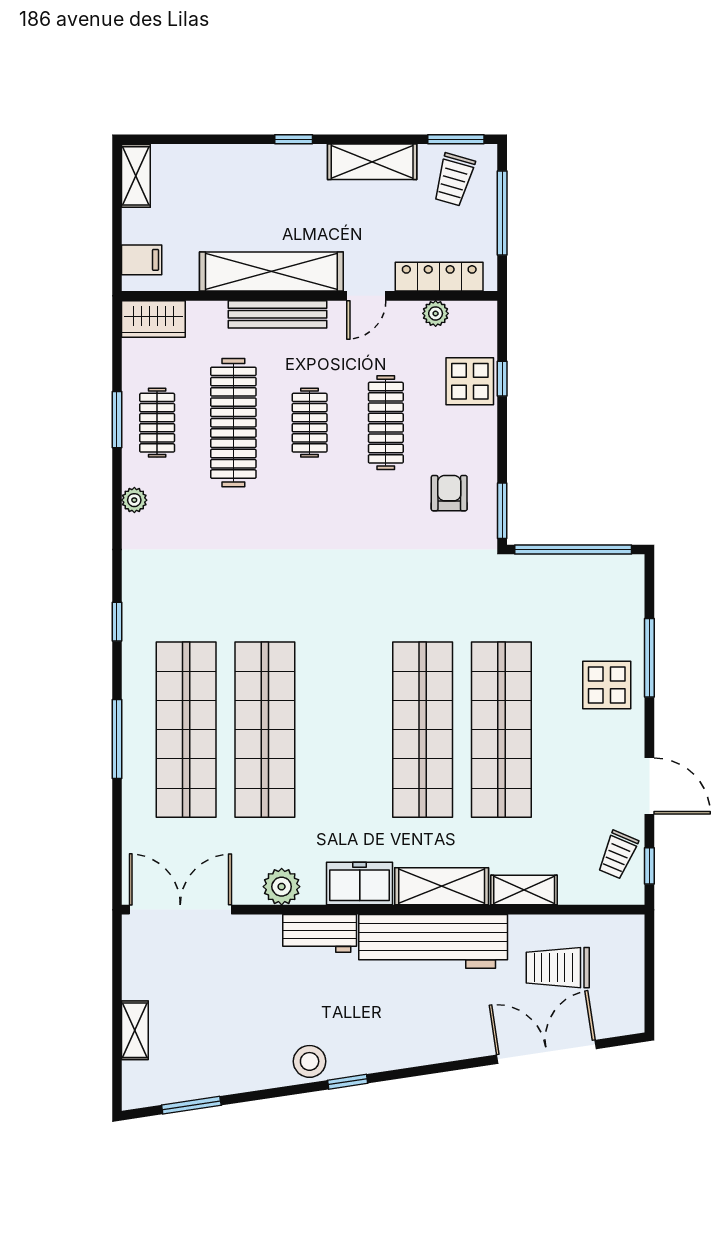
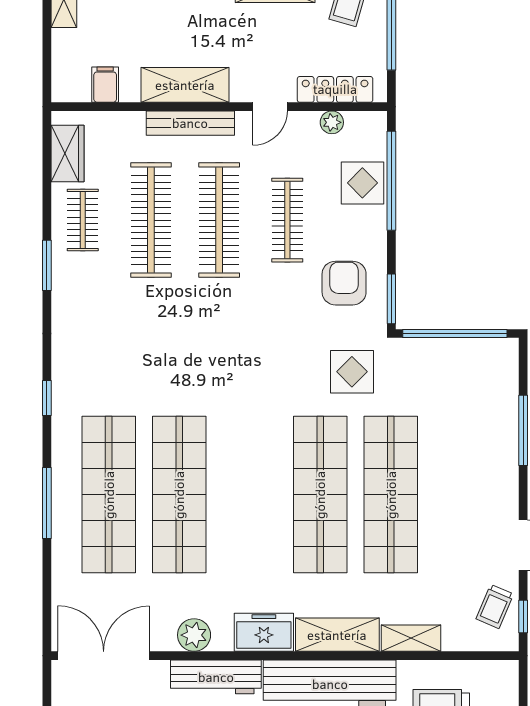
filing cabinet: (142, 260) -> (105, 85), moved, turned -90
shelving: (271, 272) -> (185, 85), width x0.68
wardrobe: (153, 319) -> (68, 153), moved, turned -90
window: (502, 379) -> (391, 181), width x3.17
window: (117, 420) -> (47, 265), moved
clothes rail: (310, 423) -> (219, 220), width x1.86, depth x1.31
armchair: (449, 493) -> (344, 283), width x1.38, depth x1.38
plant: (134, 500) -> (62, 289), removed
display table: (607, 685) -> (352, 372), moved
workbench: (320, 933) -> (216, 677), width x1.38

